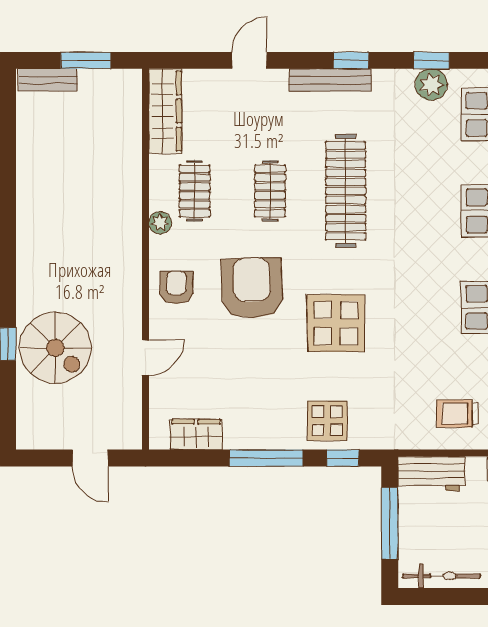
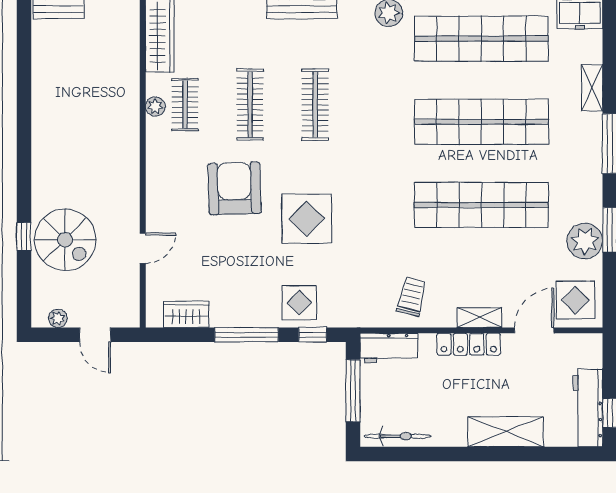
clothes rail: (270, 191) -> (250, 105), width x1.36
clothes rail: (346, 191) -> (315, 105), width x0.73, depth x0.76
plant: (160, 223) -> (155, 106), moved
armchair: (176, 288) -> (169, 188), removed
trolley: (458, 414) -> (411, 296), turned 104
plant: (47, 439) -> (58, 318), added

